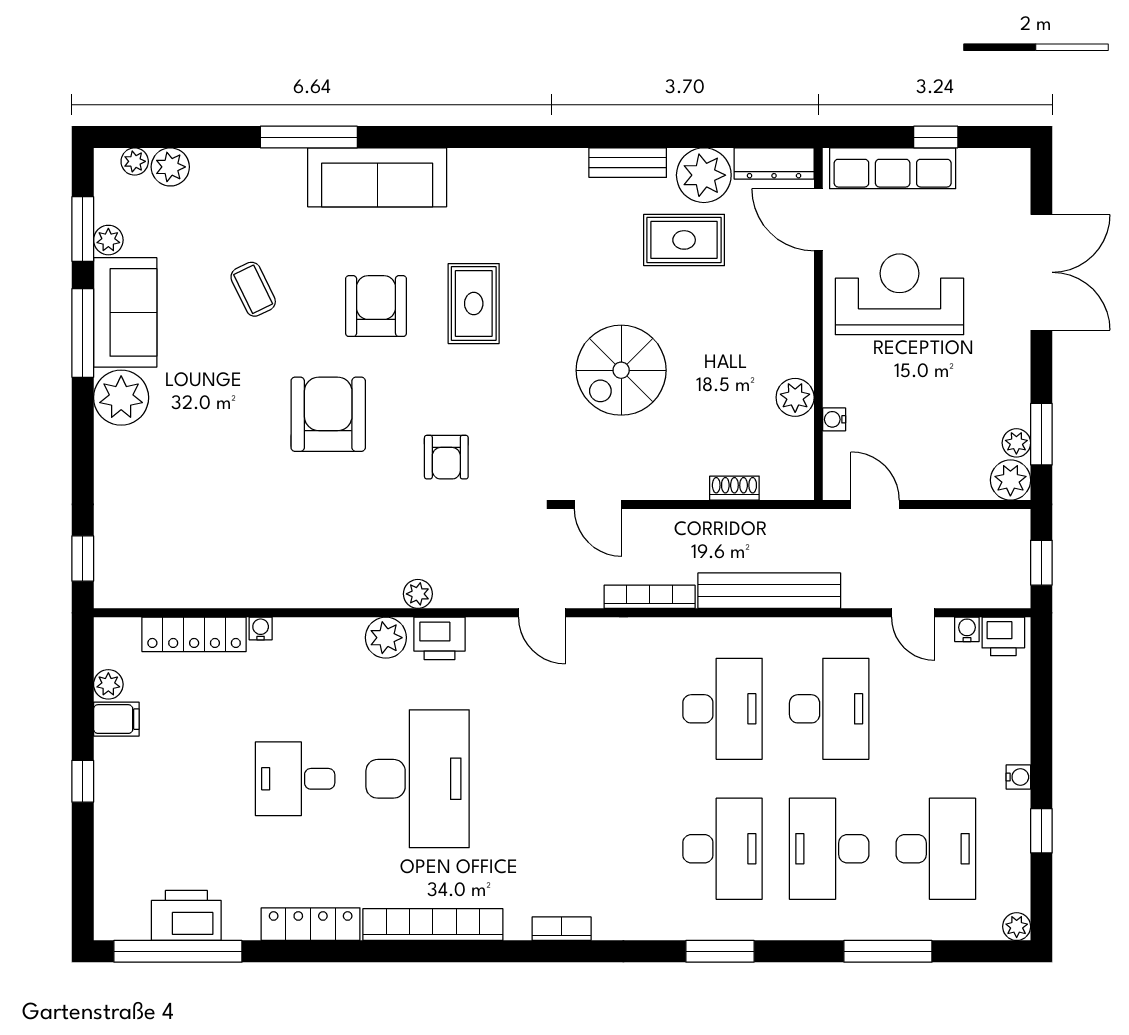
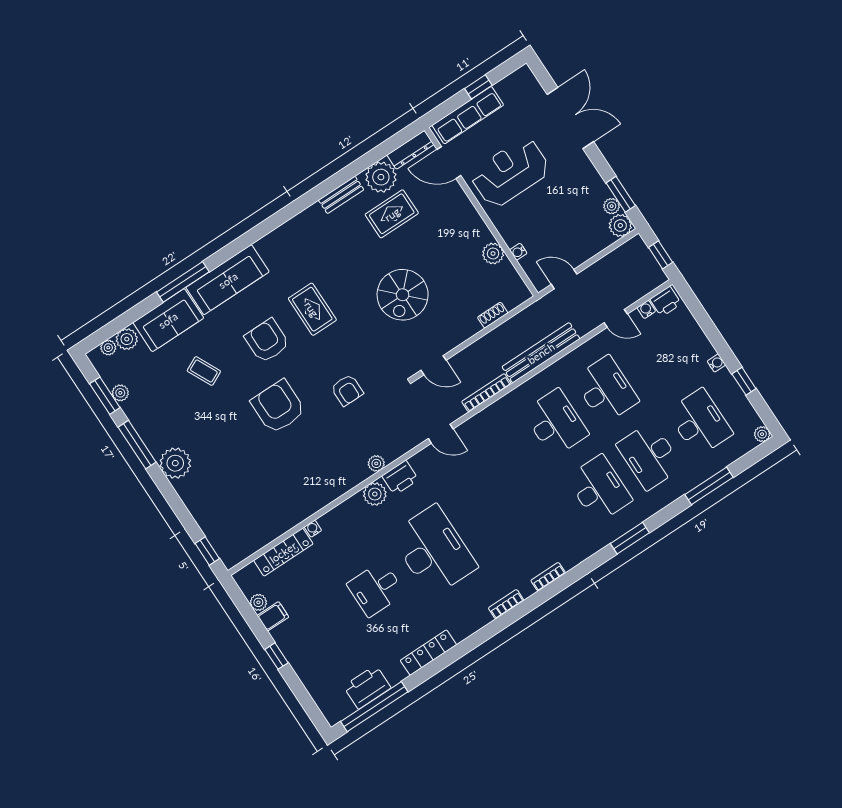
sofa: (125, 312) -> (168, 320), moved, turned 90
bookcase: (433, 925) -> (506, 604), width x0.43, depth x0.76

